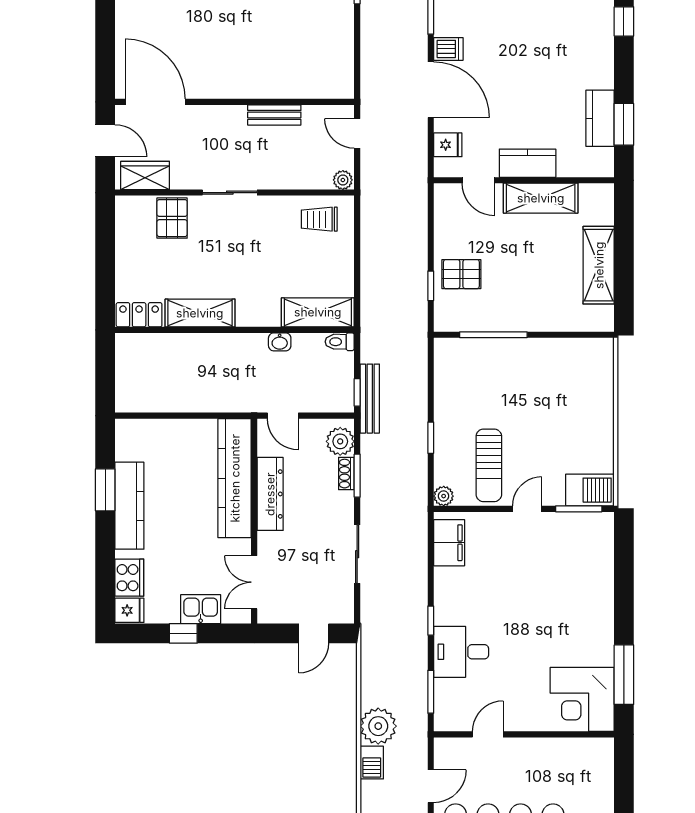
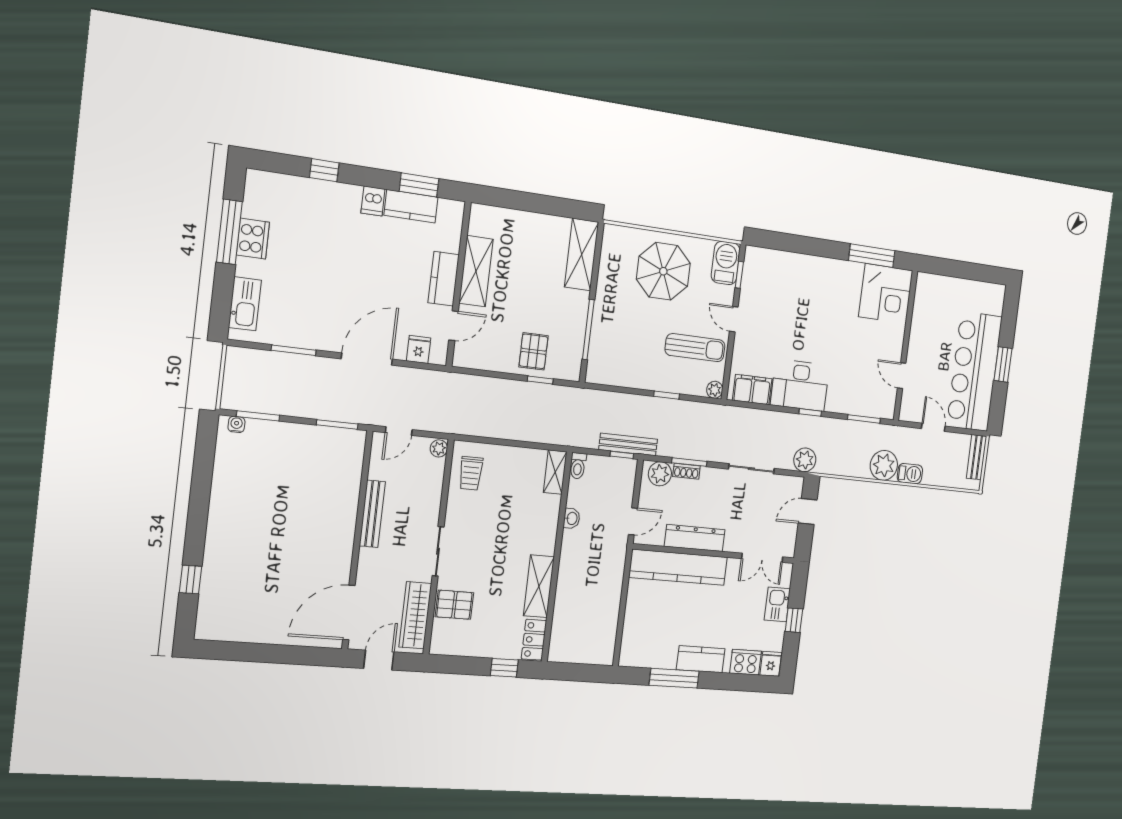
dishwasher: (448, 49) -> (373, 201), moved, turned 180
window: (357, 66) -> (337, 424), added
bench: (274, 115) -> (372, 514), width x1.36
wardrobe: (145, 175) -> (415, 615), width x1.50
shelving: (599, 265) -> (582, 255), moved, turned 90
window: (105, 284) -> (504, 668), added
shelving: (318, 312) -> (555, 472), width x0.67, depth x0.75
parasol: (570, 415) -> (663, 271), added
window: (105, 490) -> (674, 678), width x1.44
kitchen counter: (129, 506) -> (701, 659), width x0.67
window: (579, 509) -> (739, 275), width x0.67
plant: (374, 621) -> (805, 460), added
door: (314, 633) -> (808, 512), swing flipped
desk: (461, 652) -> (800, 385), moved, width x1.37

